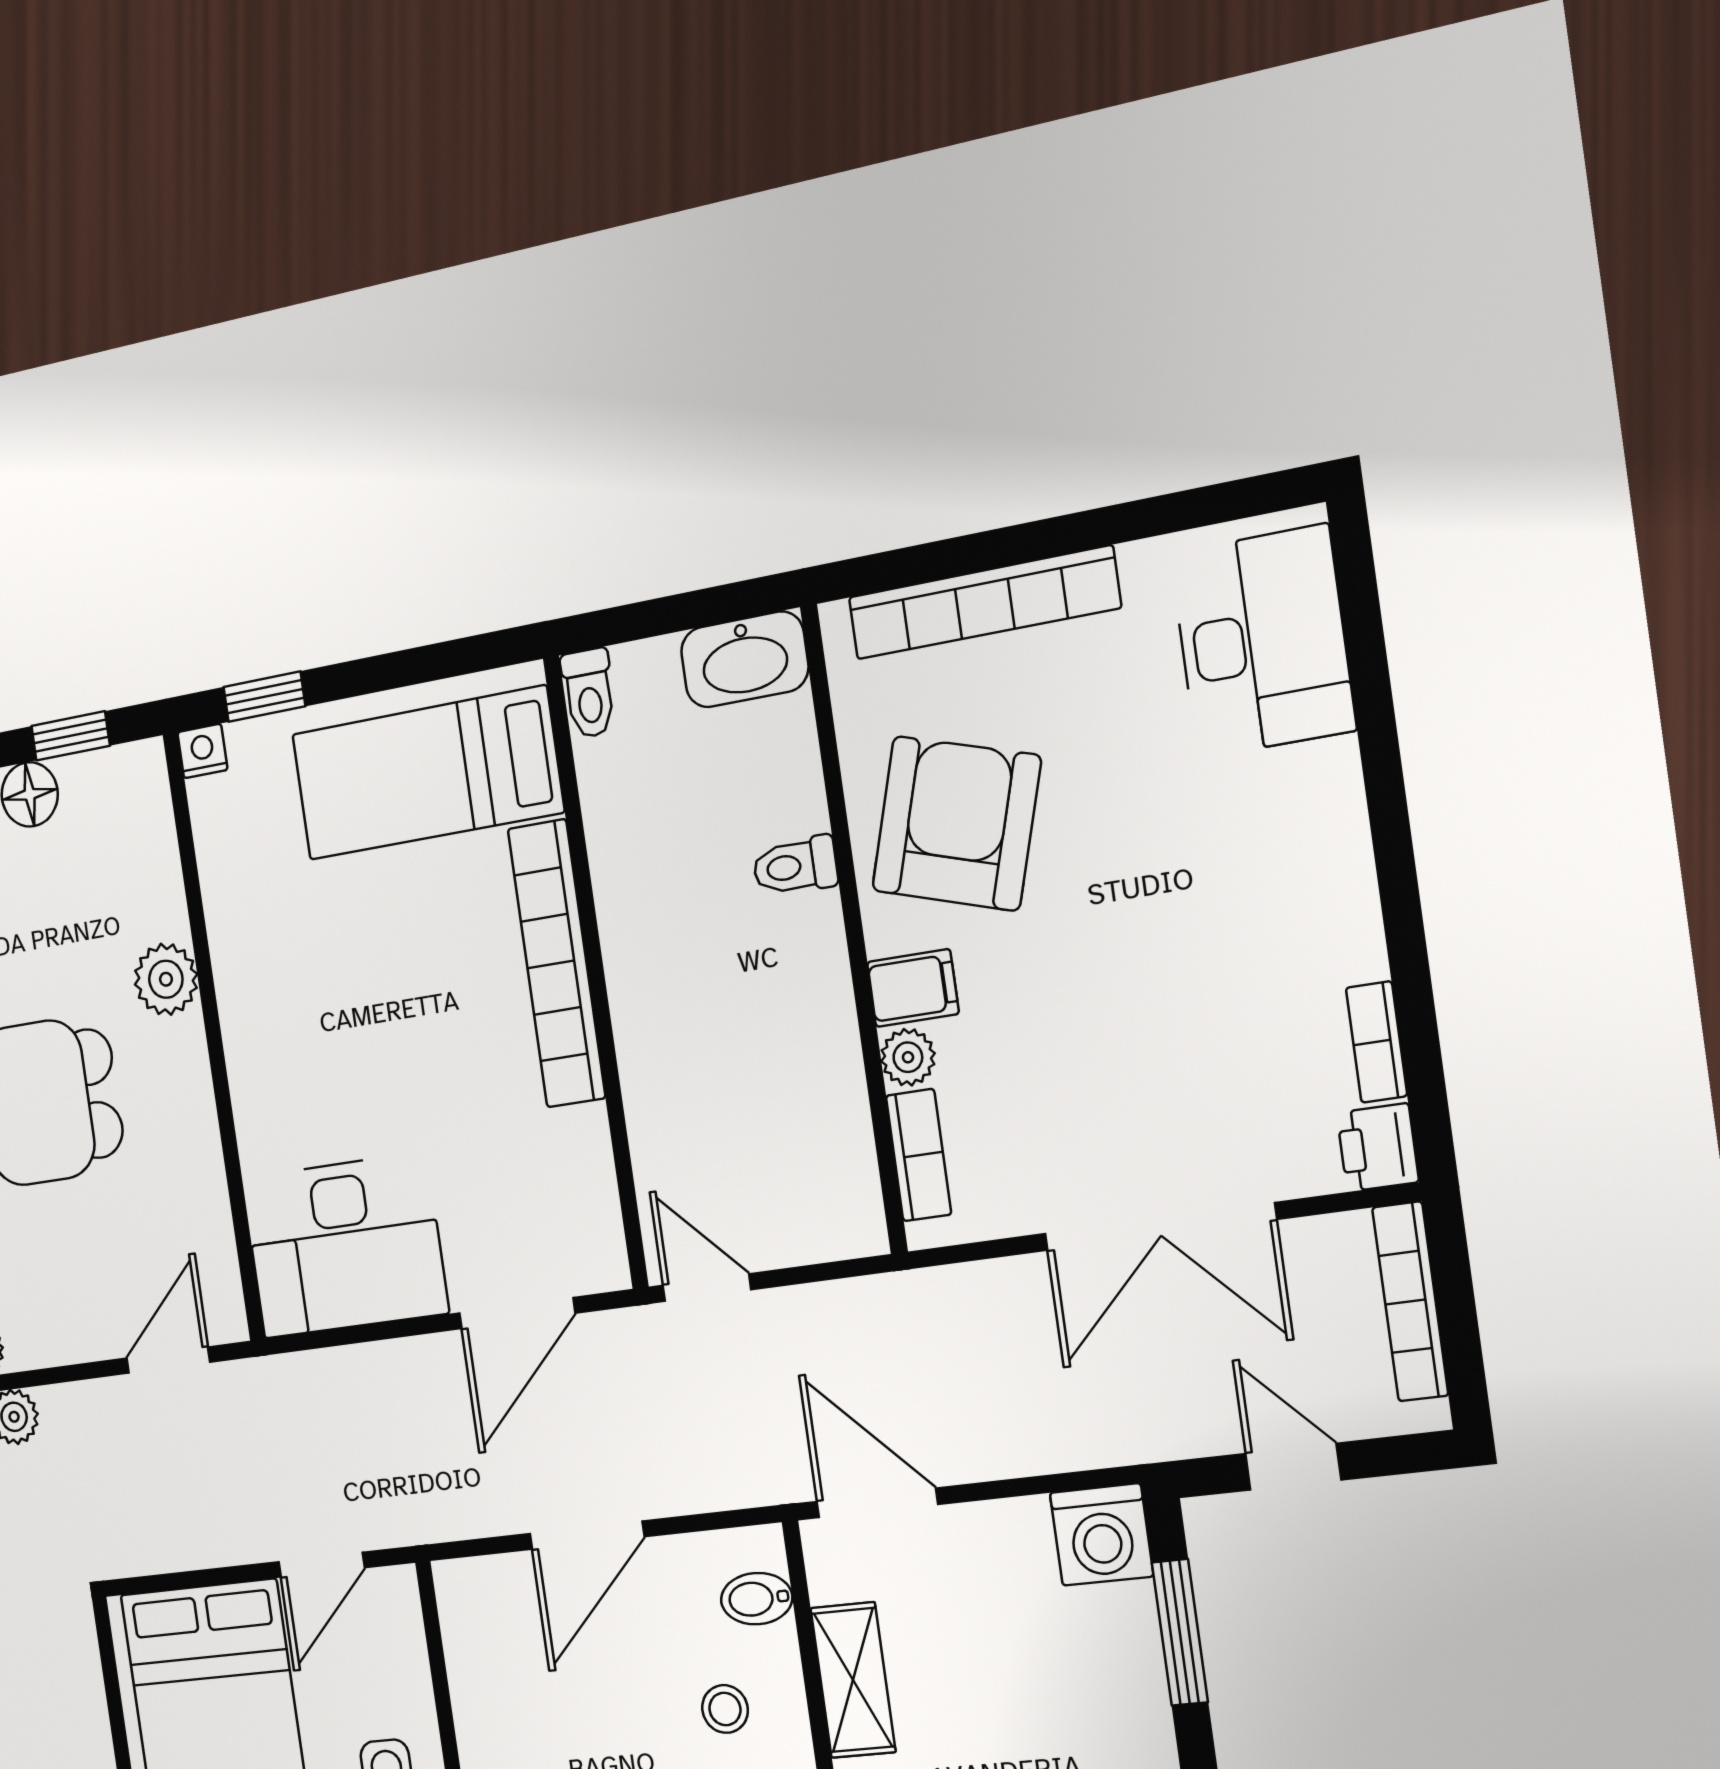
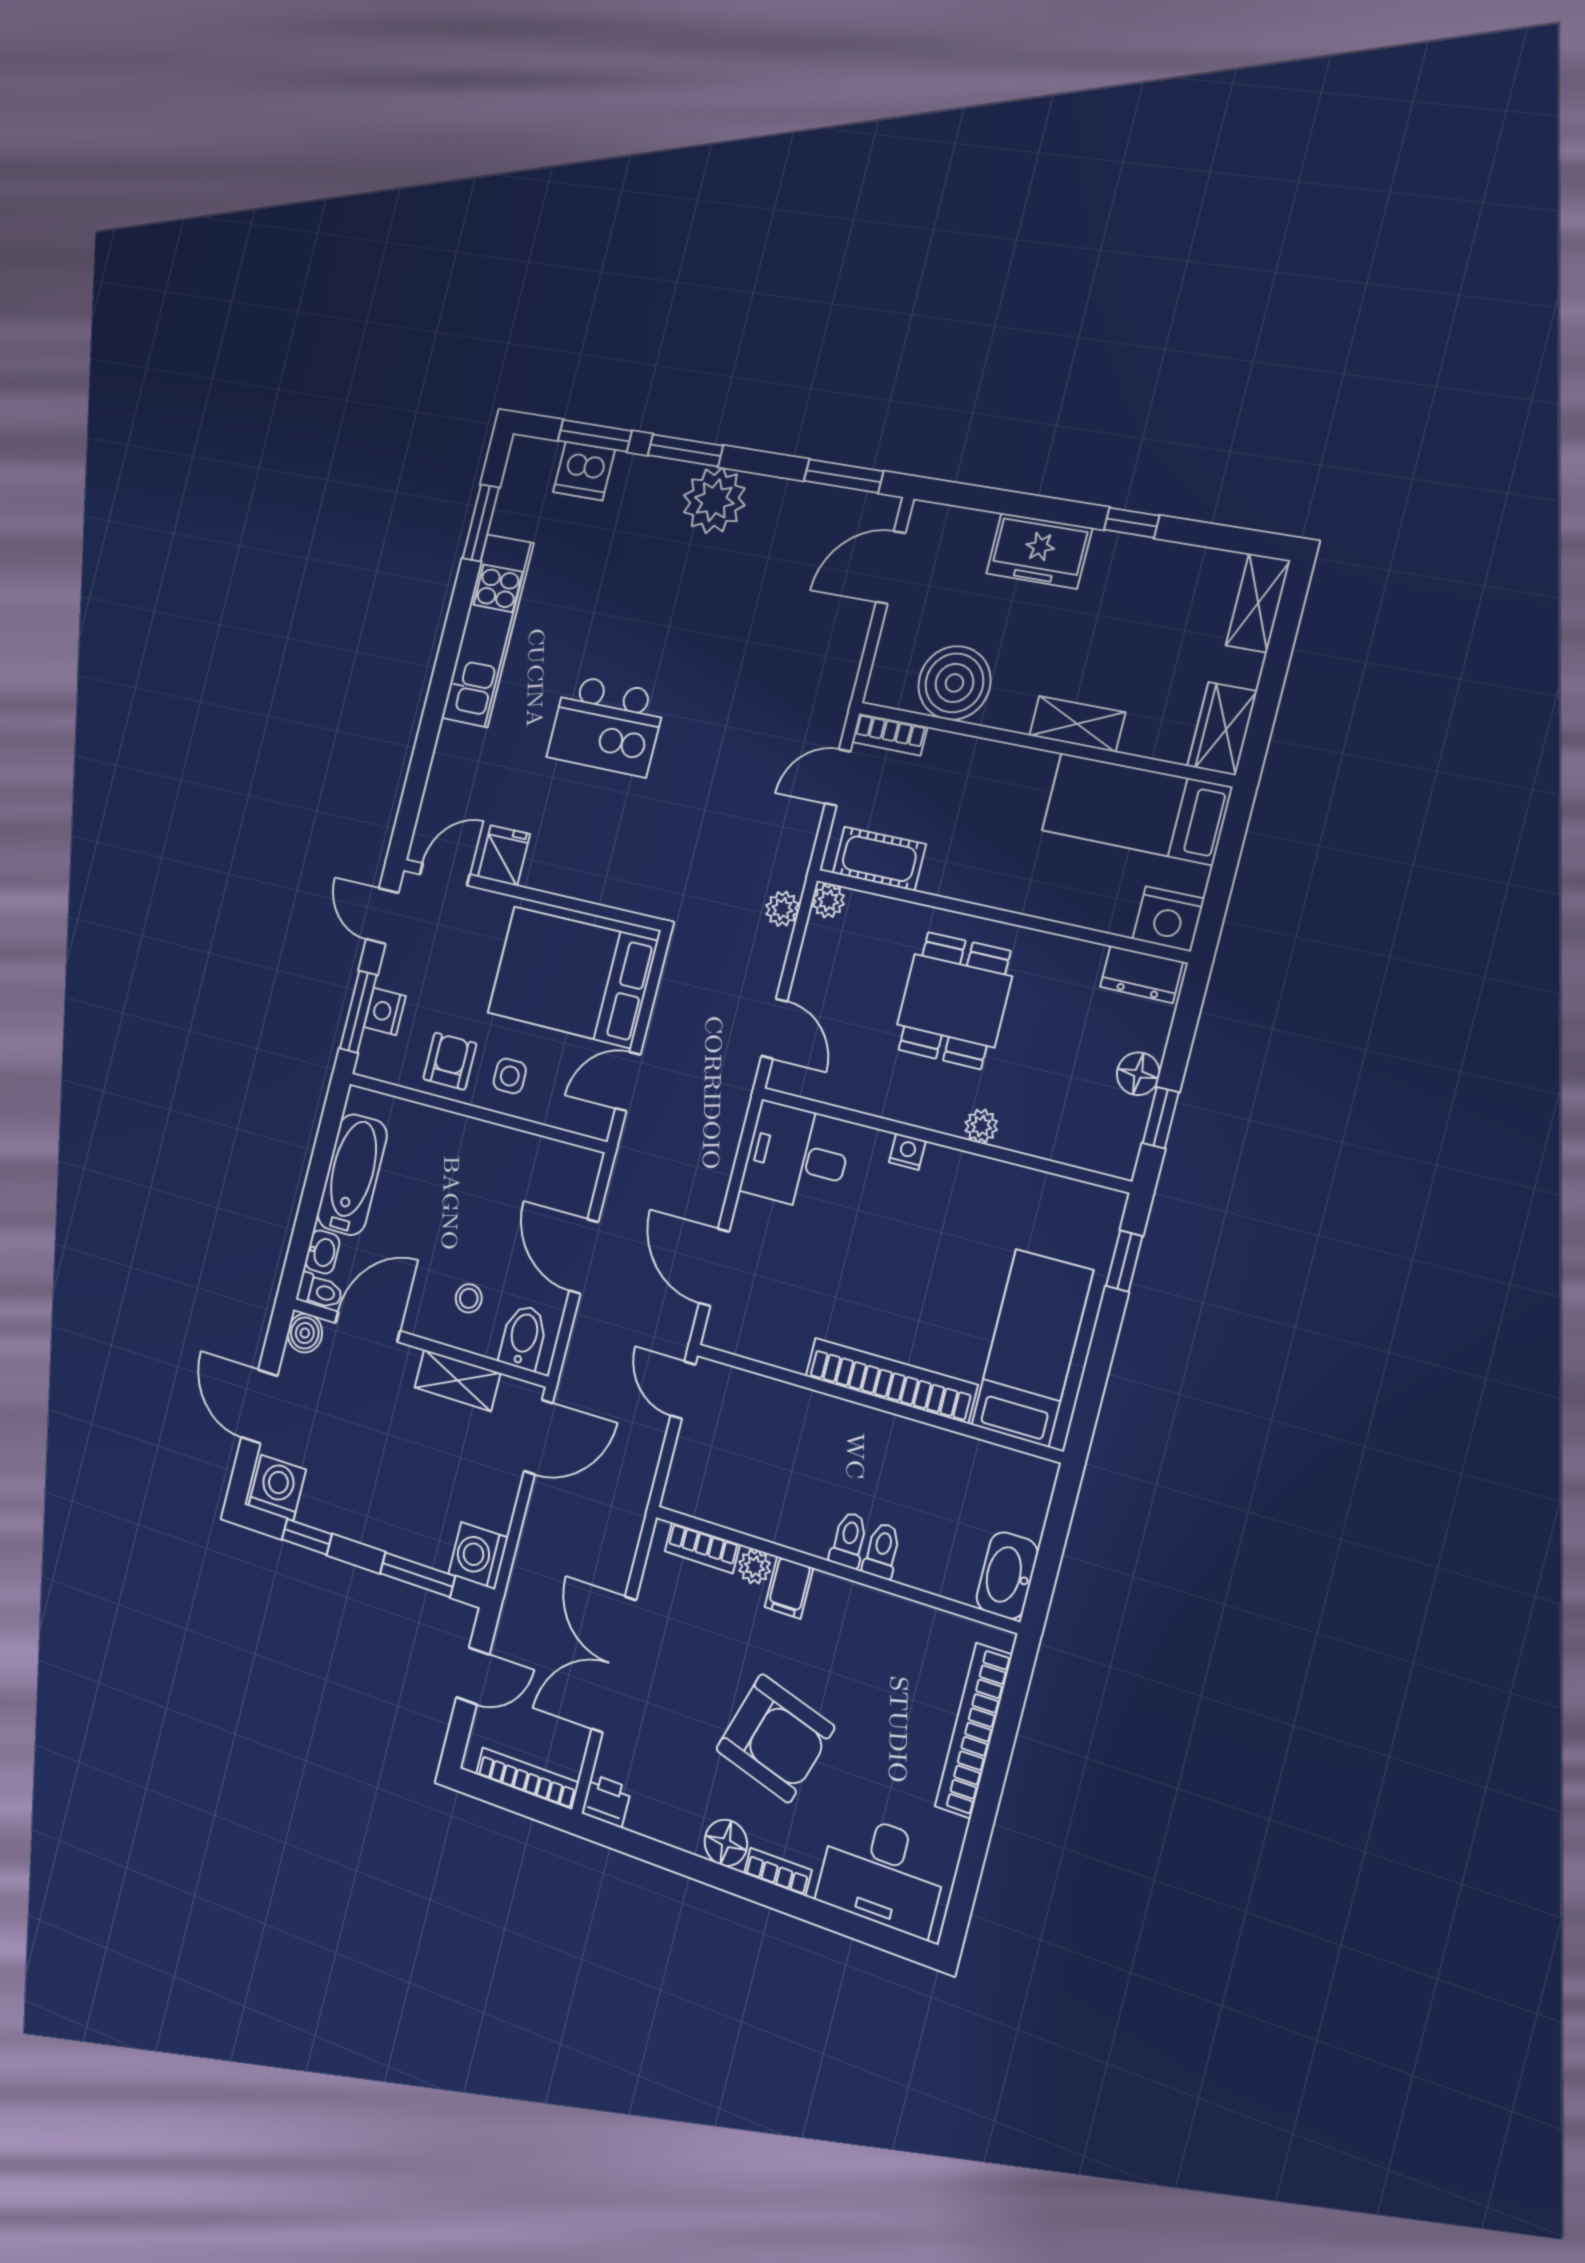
toilet: (589, 693) -> (849, 1540), moved, turned 90
nightstand: (202, 751) -> (907, 1152), moved, turned -90
armchair: (956, 823) -> (775, 1738), moved
floor lamp: (1343, 916) -> (726, 1843), added
plant: (166, 979) -> (981, 1126), width x0.73, depth x0.73
bookcase: (1377, 1042) -> (778, 1872), moved
desk: (345, 1246) -> (797, 1157), width x0.73
door: (707, 1288) -> (683, 1390), swing flipped
door: (321, 1565) -> (628, 1082), hinge flipped
bidet: (757, 1599) -> (523, 1337), width x1.38, depth x1.36

